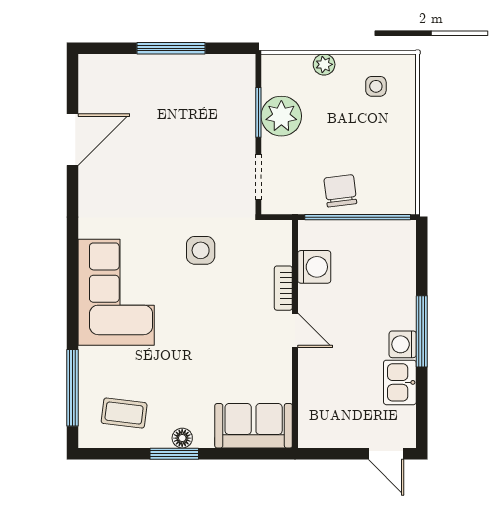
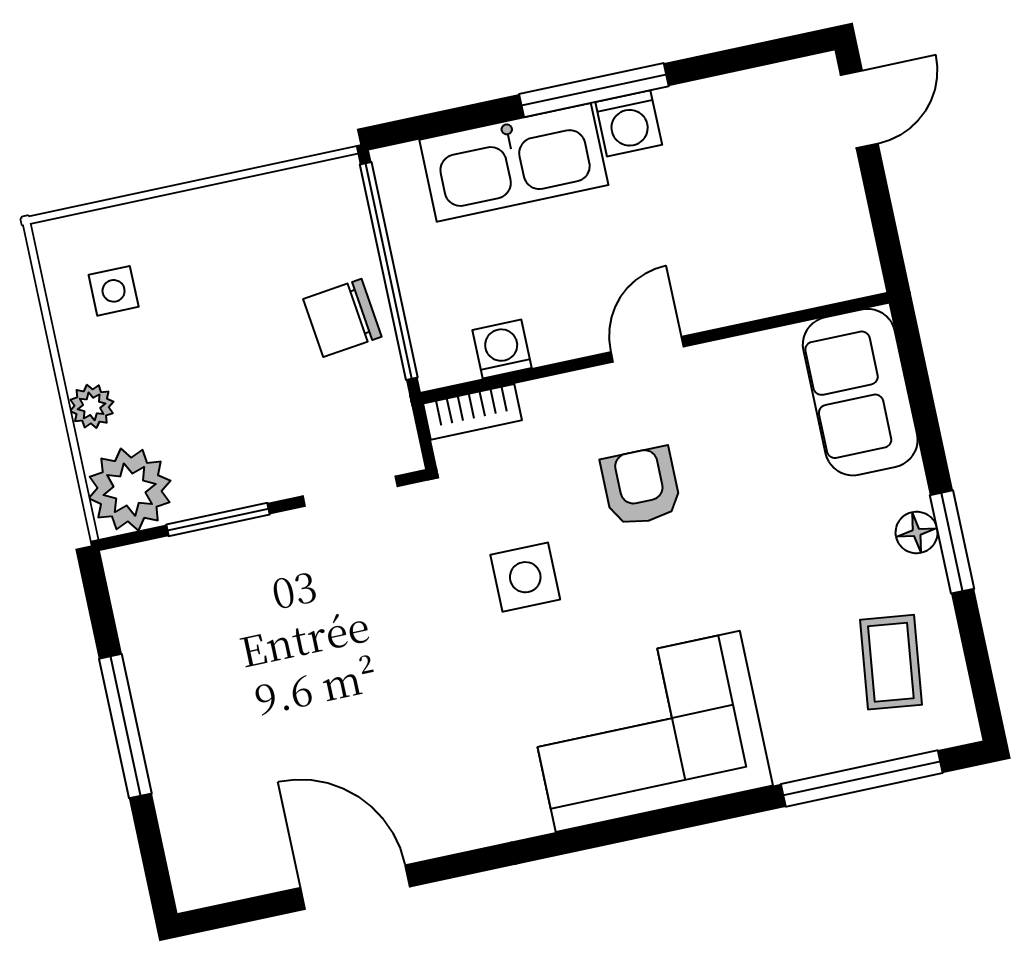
plant: (281, 116) -> (130, 490), moved
washing machine: (314, 267) -> (502, 349), width x0.73, depth x0.73
bookcase: (283, 288) -> (472, 412), moved
armchair: (231, 314) -> (641, 486), added
kitchen sink: (400, 382) -> (514, 162), moved, width x1.87, depth x1.24

